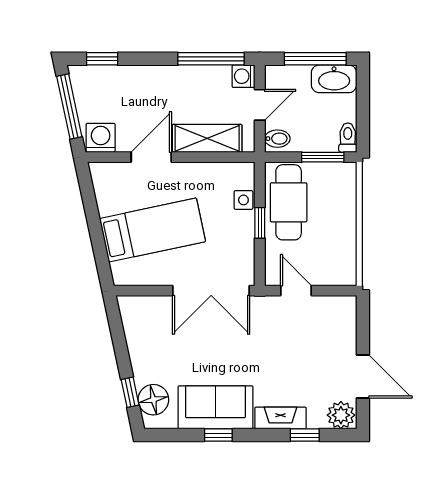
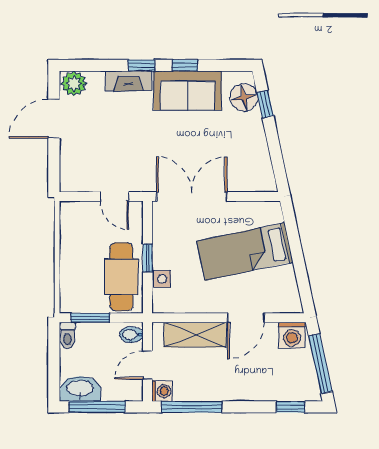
door: (363, 376) -> (54, 119), hinge flipped
window: (305, 435) -> (141, 65), moved

